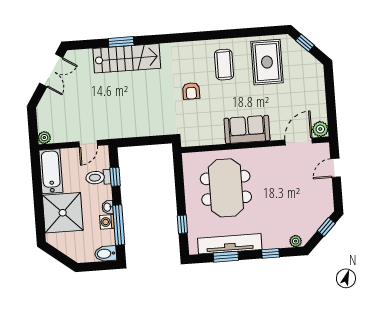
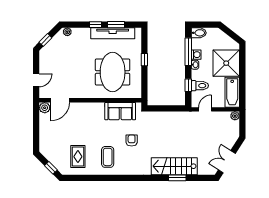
rug: (267, 62) -> (78, 157), width x0.73, depth x0.70
sofa: (247, 130) -> (120, 111), moved
window: (182, 224) -> (144, 60), moved
window: (271, 253) -> (95, 25), moved

